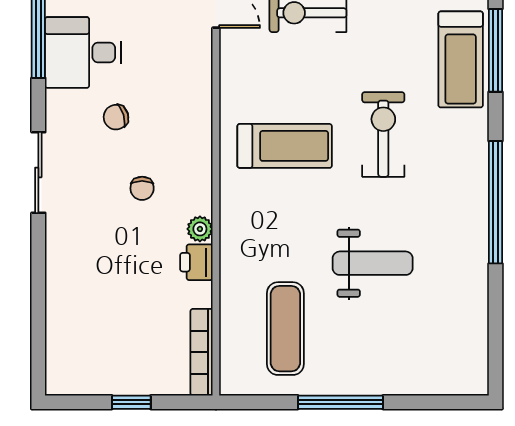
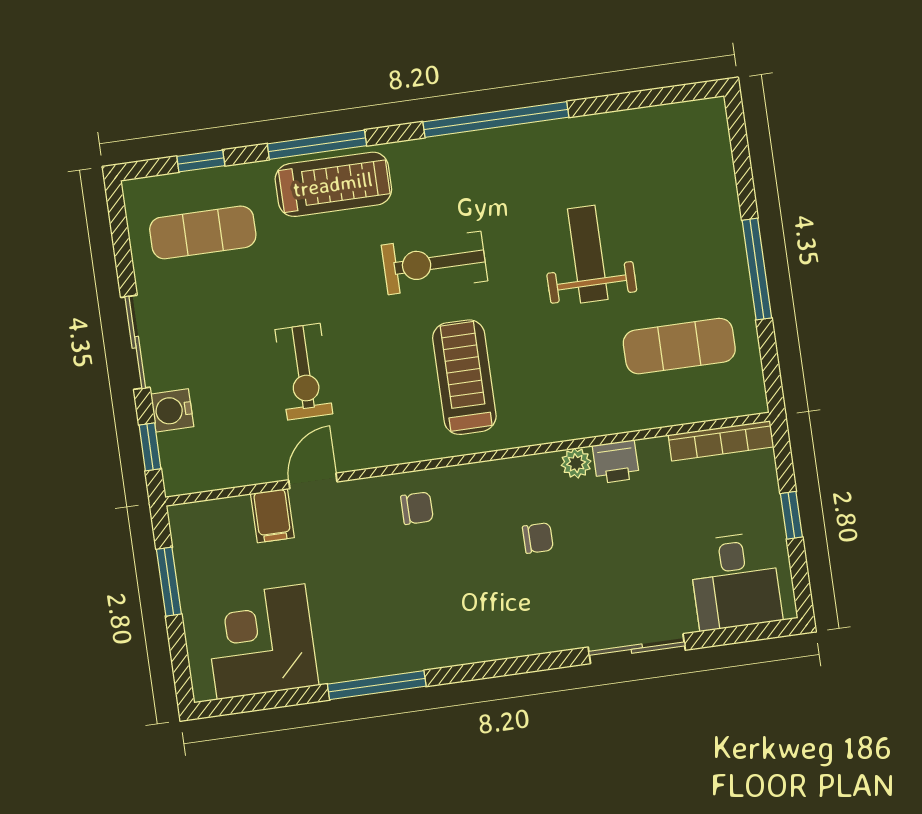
desk: (83, 53) -> (735, 581), moved
chair: (116, 117) -> (417, 508), moved, turned -73
sliding door: (38, 172) -> (637, 649), moved

